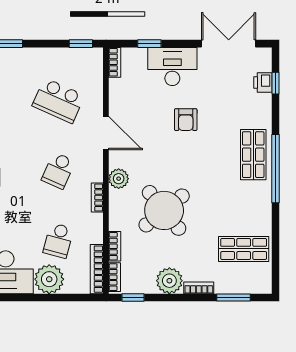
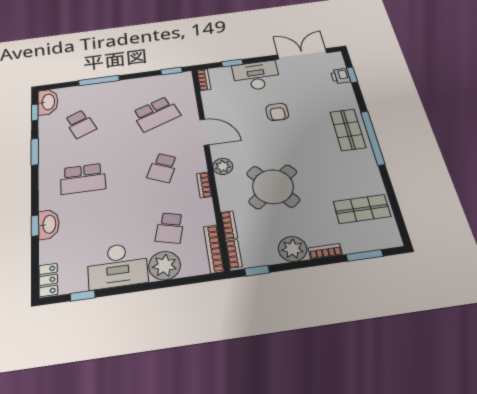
school desk: (58, 101) -> (156, 114), turned -45

